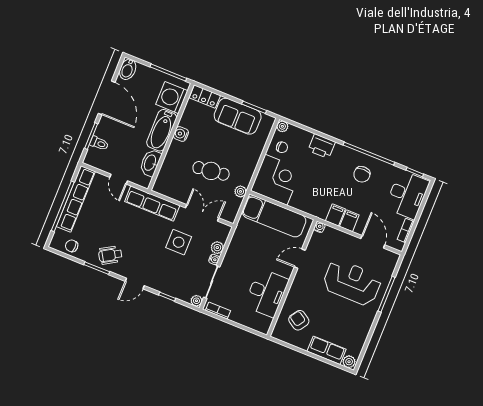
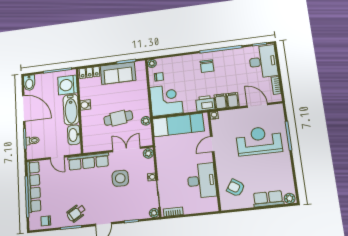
printer: (322, 146) -> (205, 103), moved, turned 180
chair: (362, 174) -> (207, 66), moved
plant: (217, 248) -> (148, 153), moved

